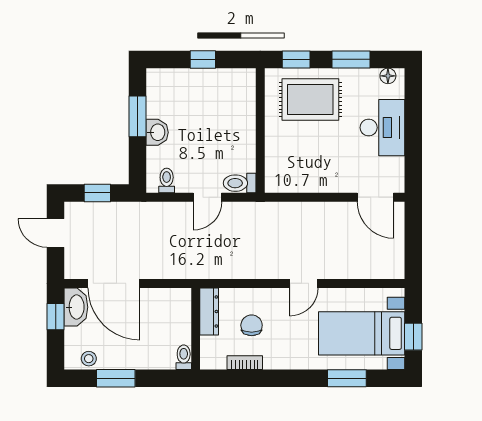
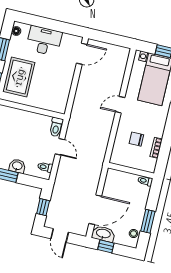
door: (56, 233) -> (60, 235), hinge flipped
door: (304, 283) -> (120, 105), swing flipped
dresser: (209, 312) -> (123, 161), removed

